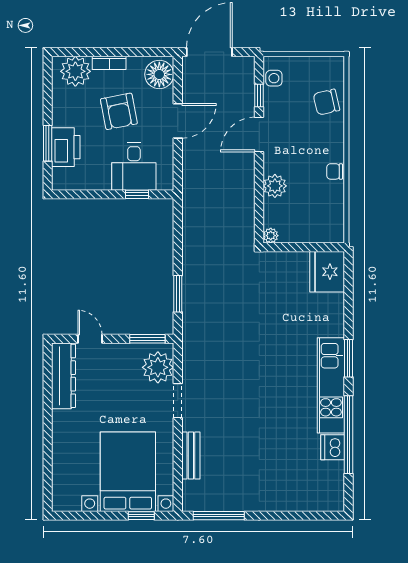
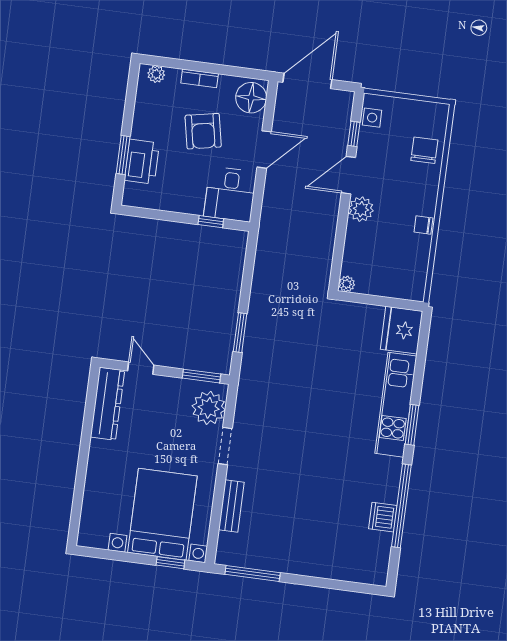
plant: (75, 71) -> (156, 74), width x0.53, depth x0.53
chair: (326, 102) -> (424, 150), turned 103
desk: (134, 167) -> (230, 194), moved
plant: (275, 186) -> (361, 209), moved
kitchen unit: (331, 385) -> (396, 405), moved

